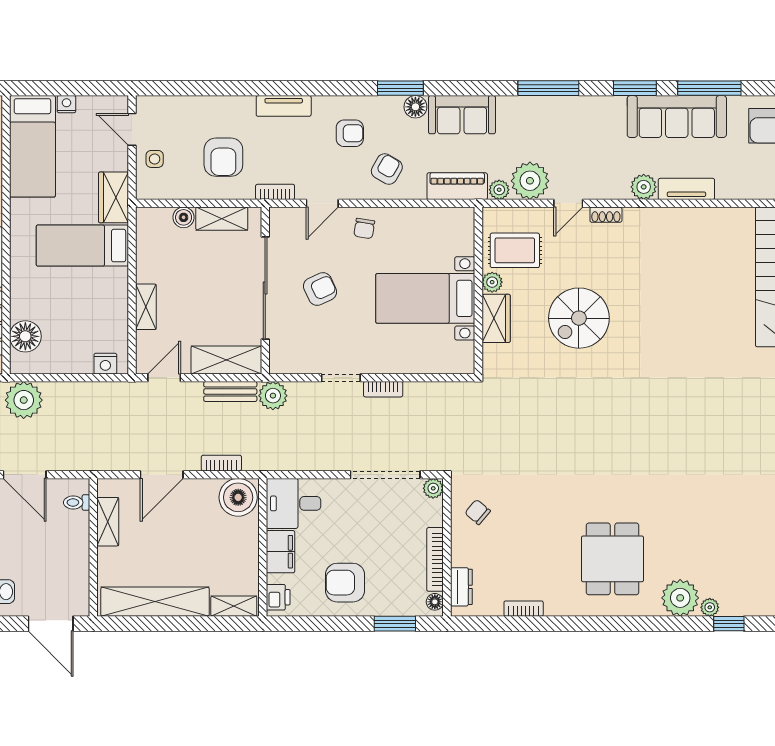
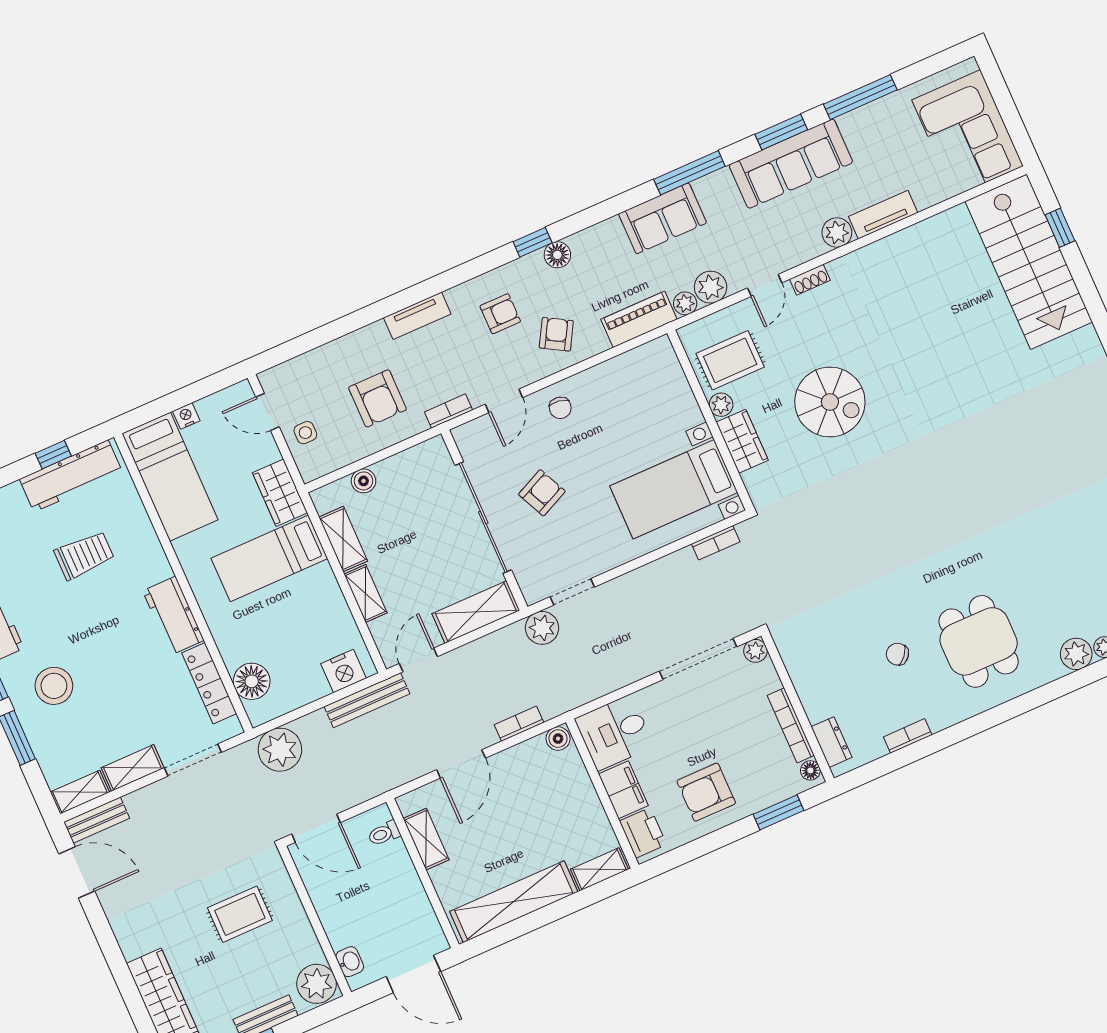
window: (400, 88) -> (533, 242), width x0.67
sofa: (462, 115) -> (662, 218), moved
sofa: (677, 117) -> (791, 164), moved
plant: (530, 181) -> (711, 287), width x0.73, depth x0.73
shelving: (222, 219) -> (343, 539), moved, turned 90
bed with nightstands: (425, 298) -> (674, 489), moved
spiral stairs: (579, 318) -> (830, 402), turned -90
nightstand: (105, 364) -> (343, 671), width x1.36, depth x1.33
doorway: (341, 378) -> (572, 592), moved
bookcase: (383, 389) -> (716, 543), moved
bench: (230, 391) -> (367, 700), moved, width x1.36
boiler: (238, 497) -> (558, 739), width x0.54, depth x0.54
chair: (478, 512) -> (897, 654), moved
printer: (278, 597) -> (643, 833), width x1.36, depth x1.24
plant: (680, 598) -> (1076, 654), width x0.73, depth x0.73

